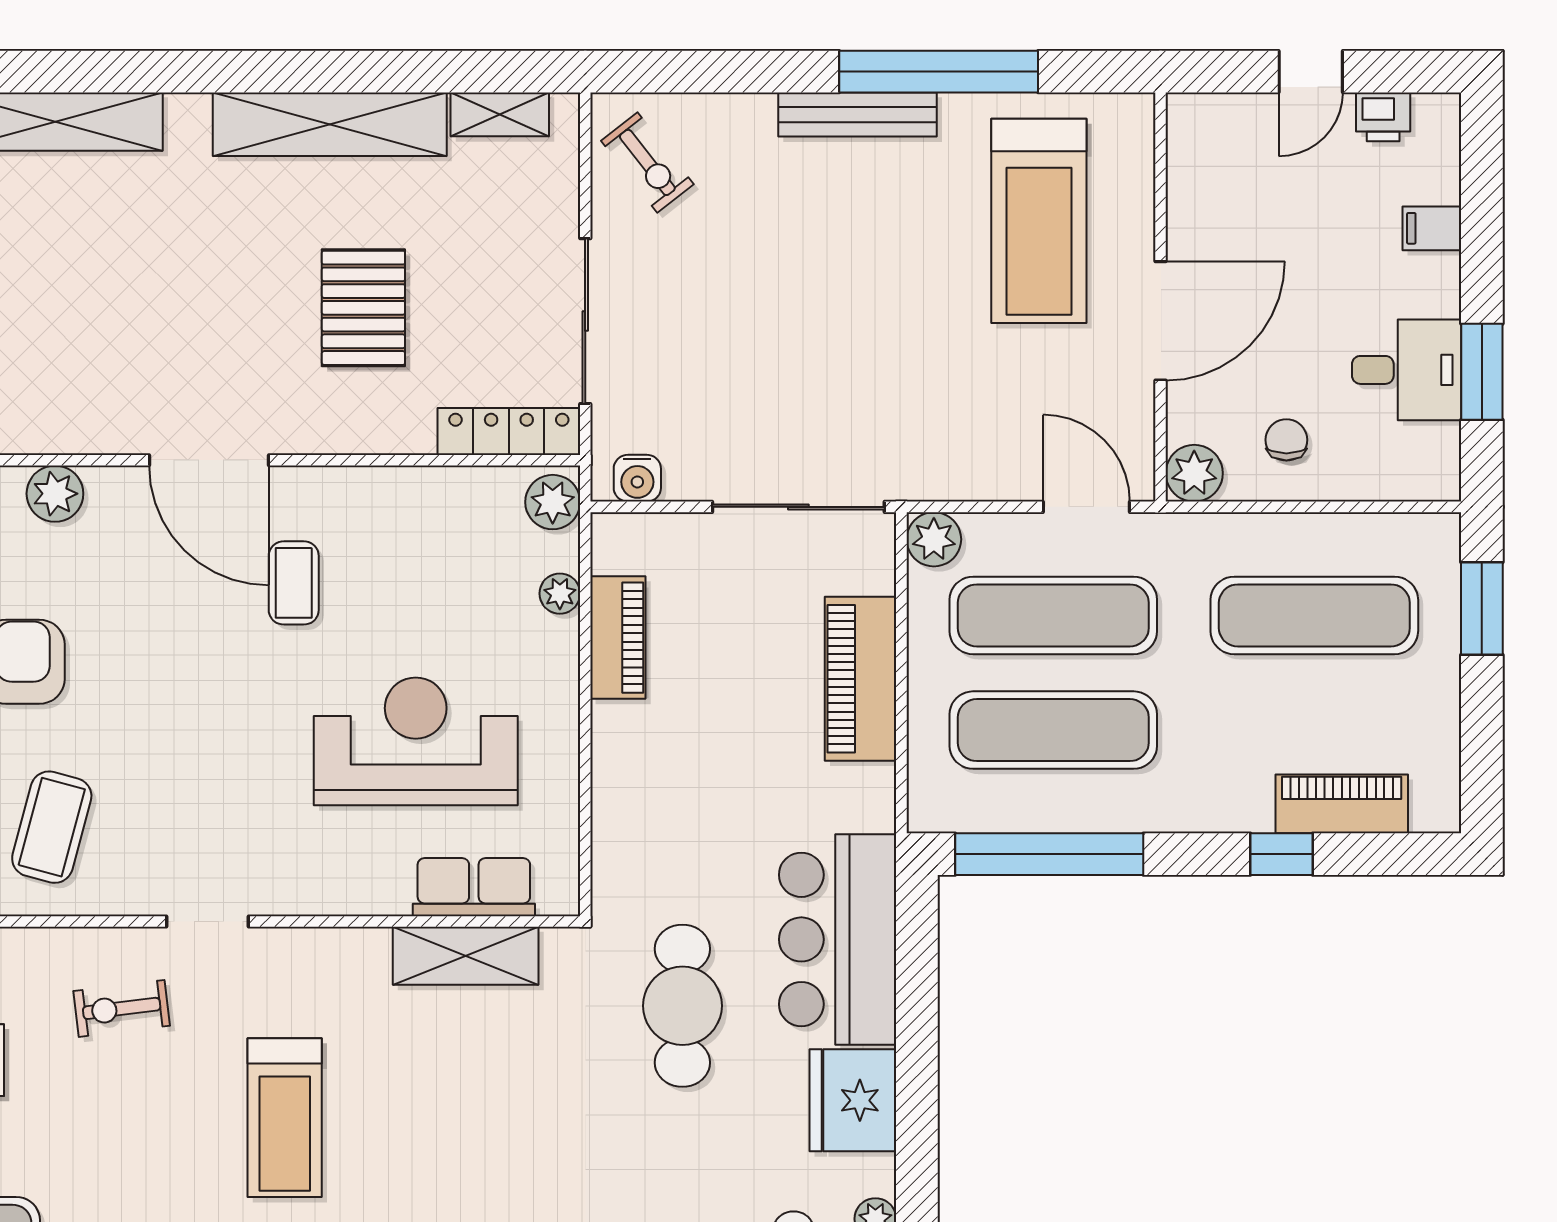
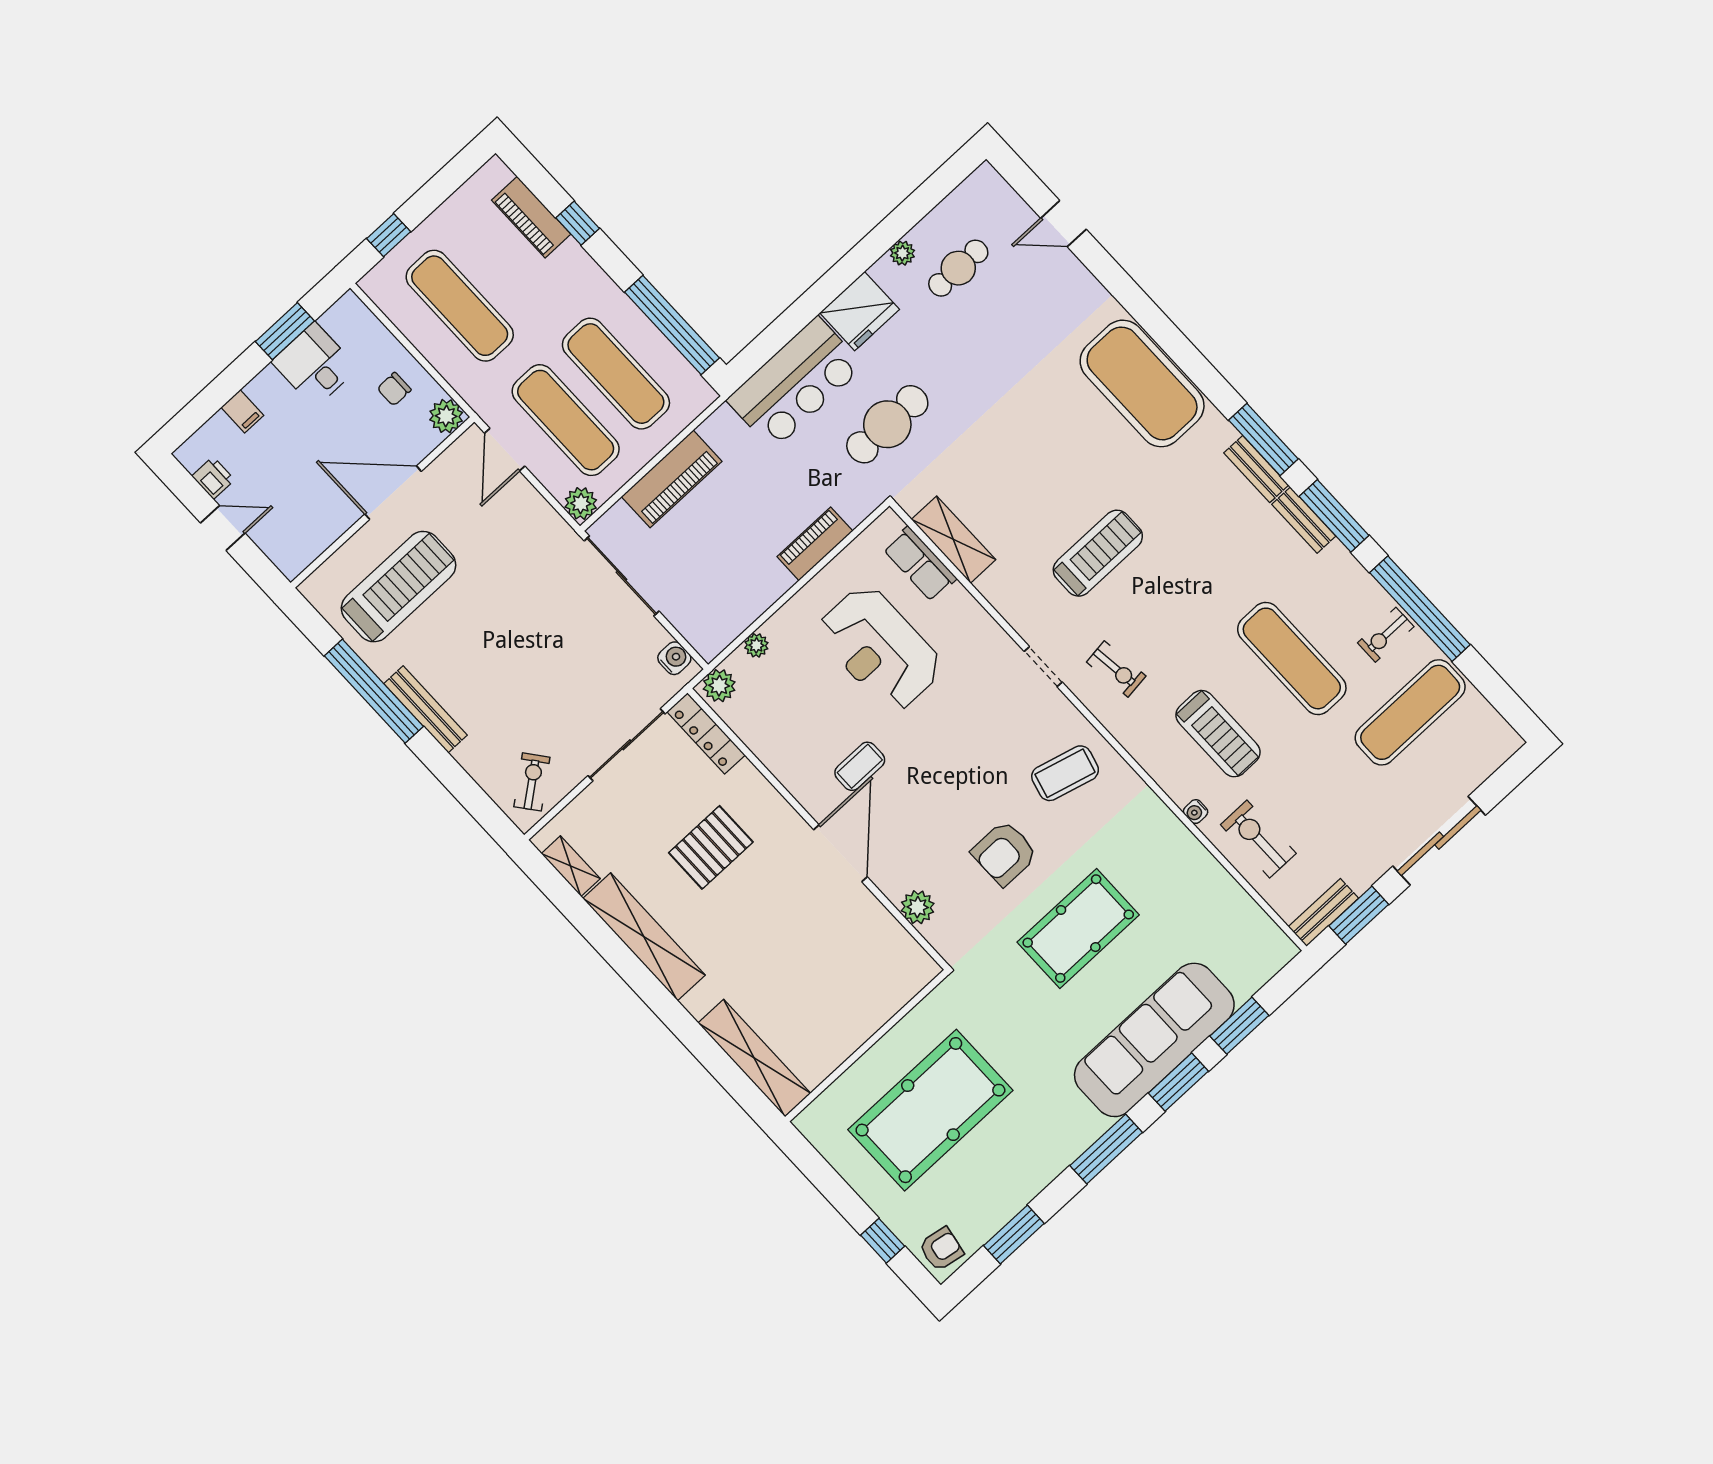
window: (1482, 608) -> (389, 235), width x0.67
piano: (618, 638) -> (815, 544), moved

